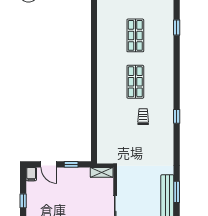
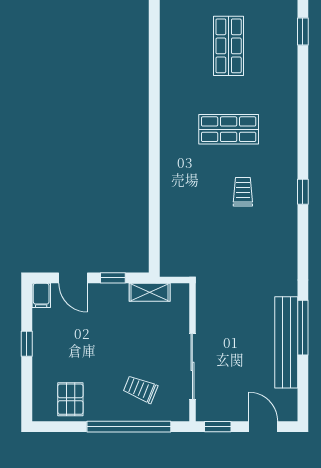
shop shelf: (135, 82) -> (229, 129), turned 90
shelving: (102, 172) -> (150, 292), moved
window: (177, 192) -> (303, 328), width x1.44

